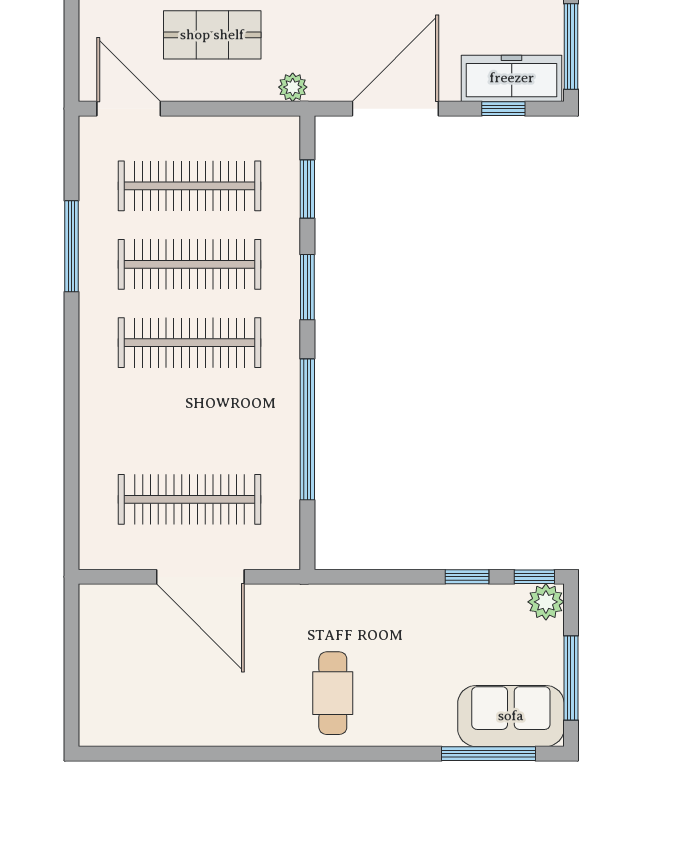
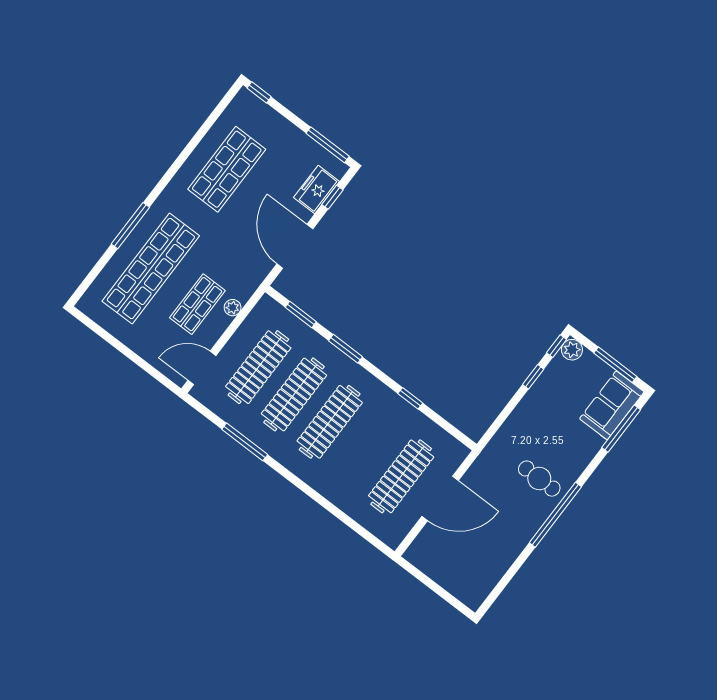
freezer: (512, 78) -> (316, 189), width x0.71
plant: (293, 87) -> (233, 308), moved
window: (307, 429) -> (410, 398), width x0.32
window: (300, 754) -> (555, 515), added

